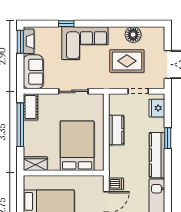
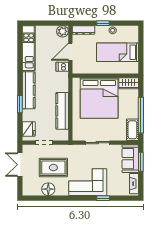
window: (20, 42) -> (141, 162), moved
kitchen counter: (116, 130) -> (62, 111), width x1.50
bed: (77, 146) -> (99, 98), width x1.36

